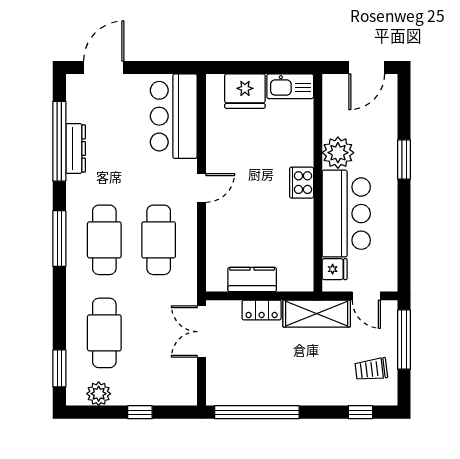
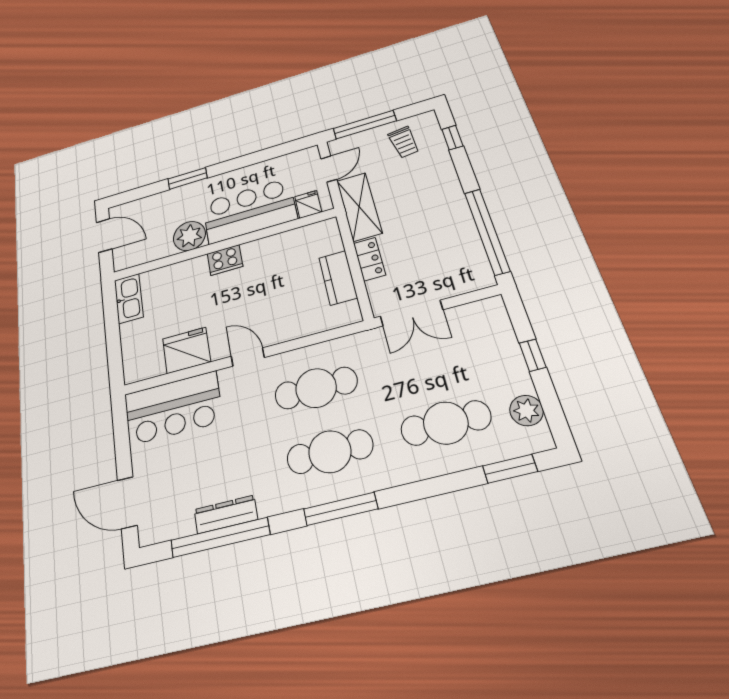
fridge: (245, 91) -> (186, 350), moved, turned -90

